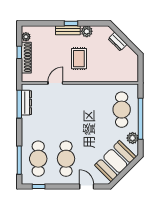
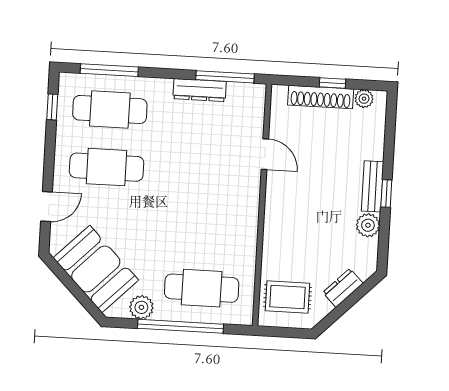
rug: (79, 59) -> (287, 297), moved
dresser: (26, 103) -> (200, 90), moved

